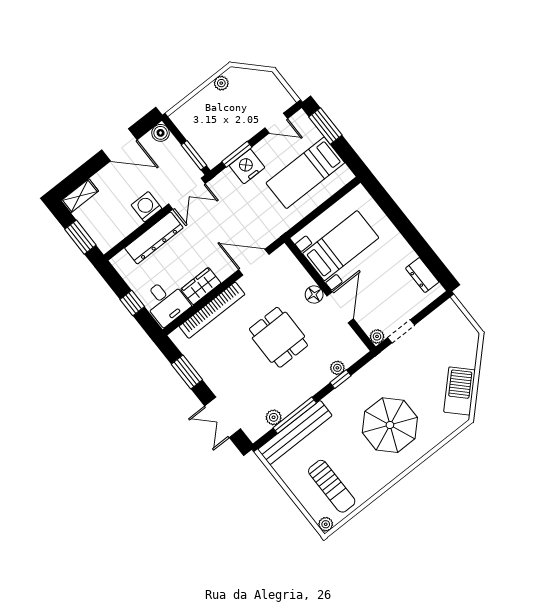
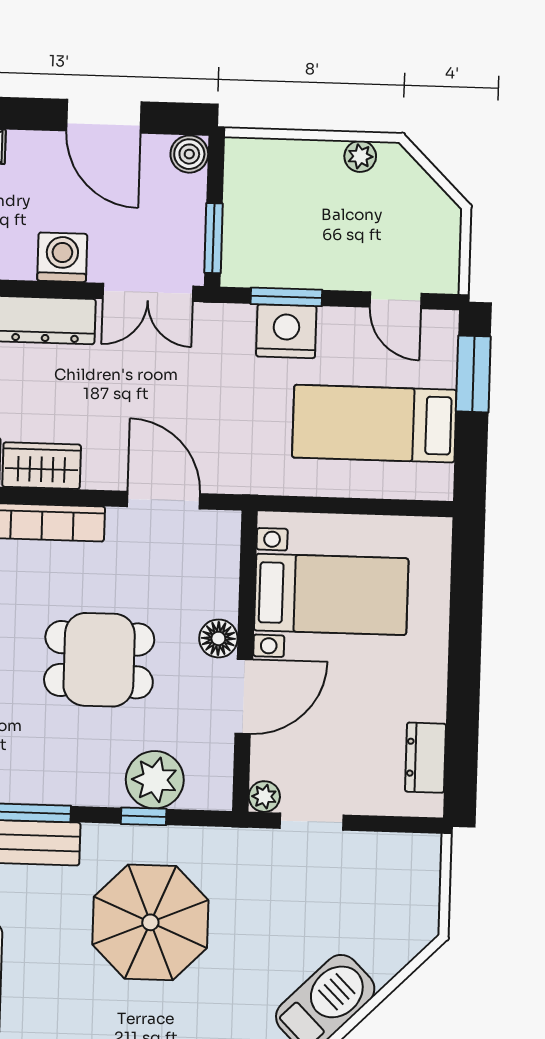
dining table: (278, 337) -> (99, 660), turned 90
plant: (337, 368) -> (155, 780), width x1.88, depth x1.88
parasol: (390, 425) -> (150, 922), moved

